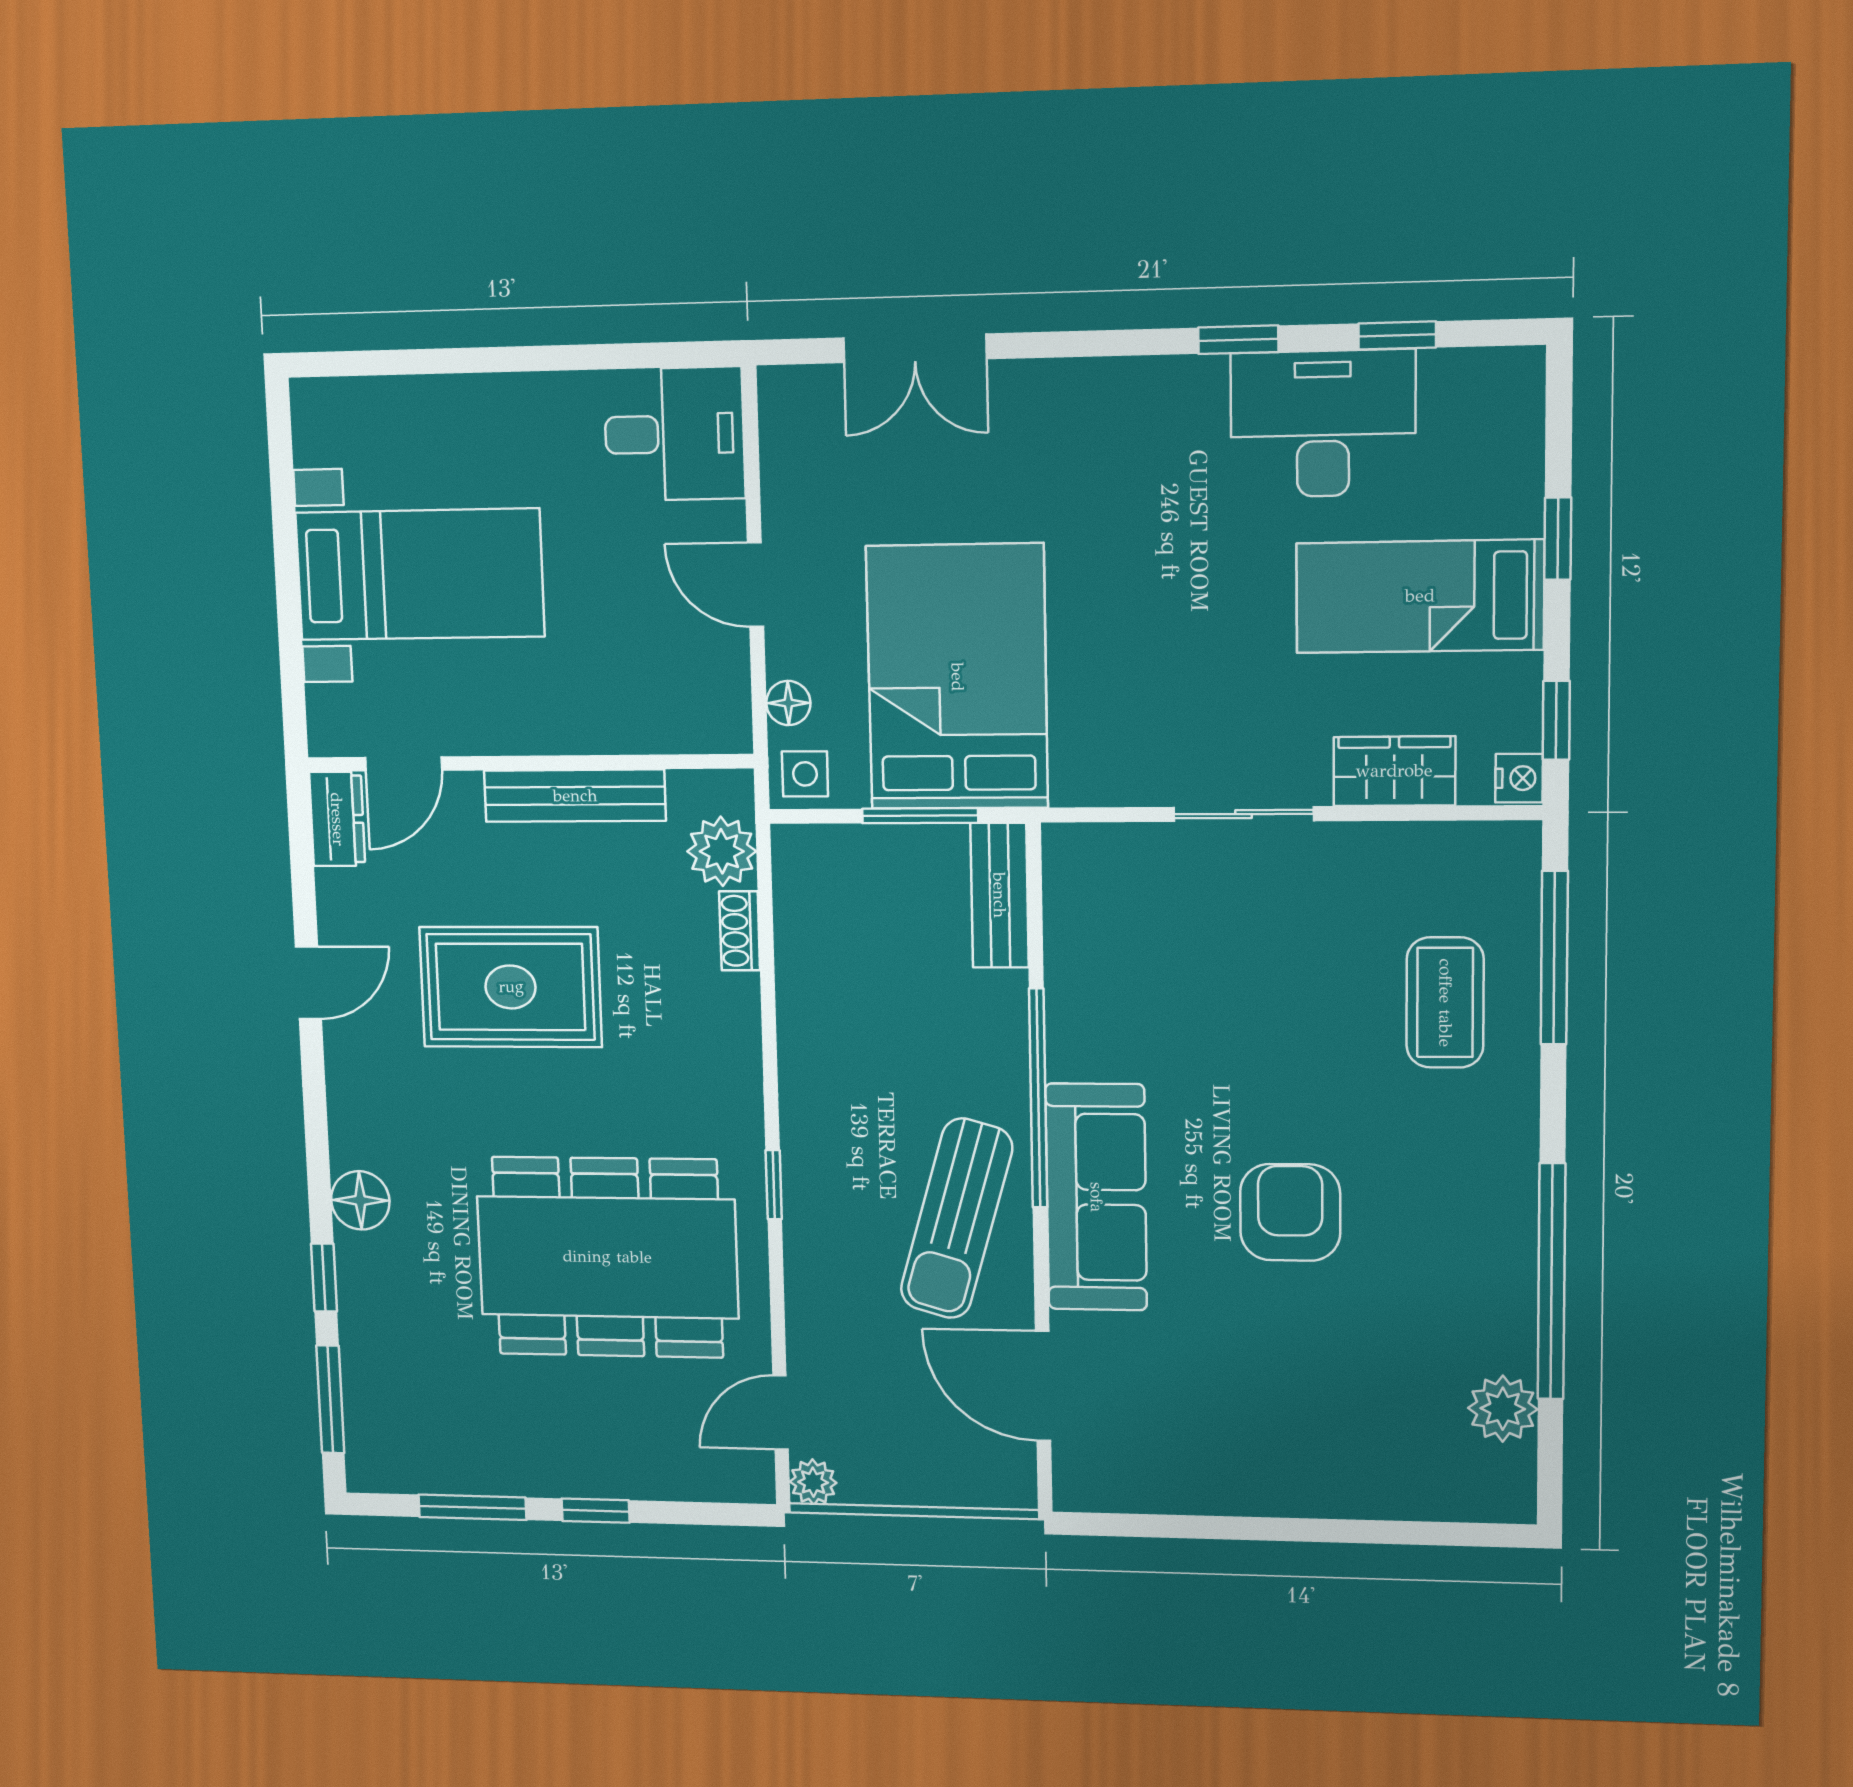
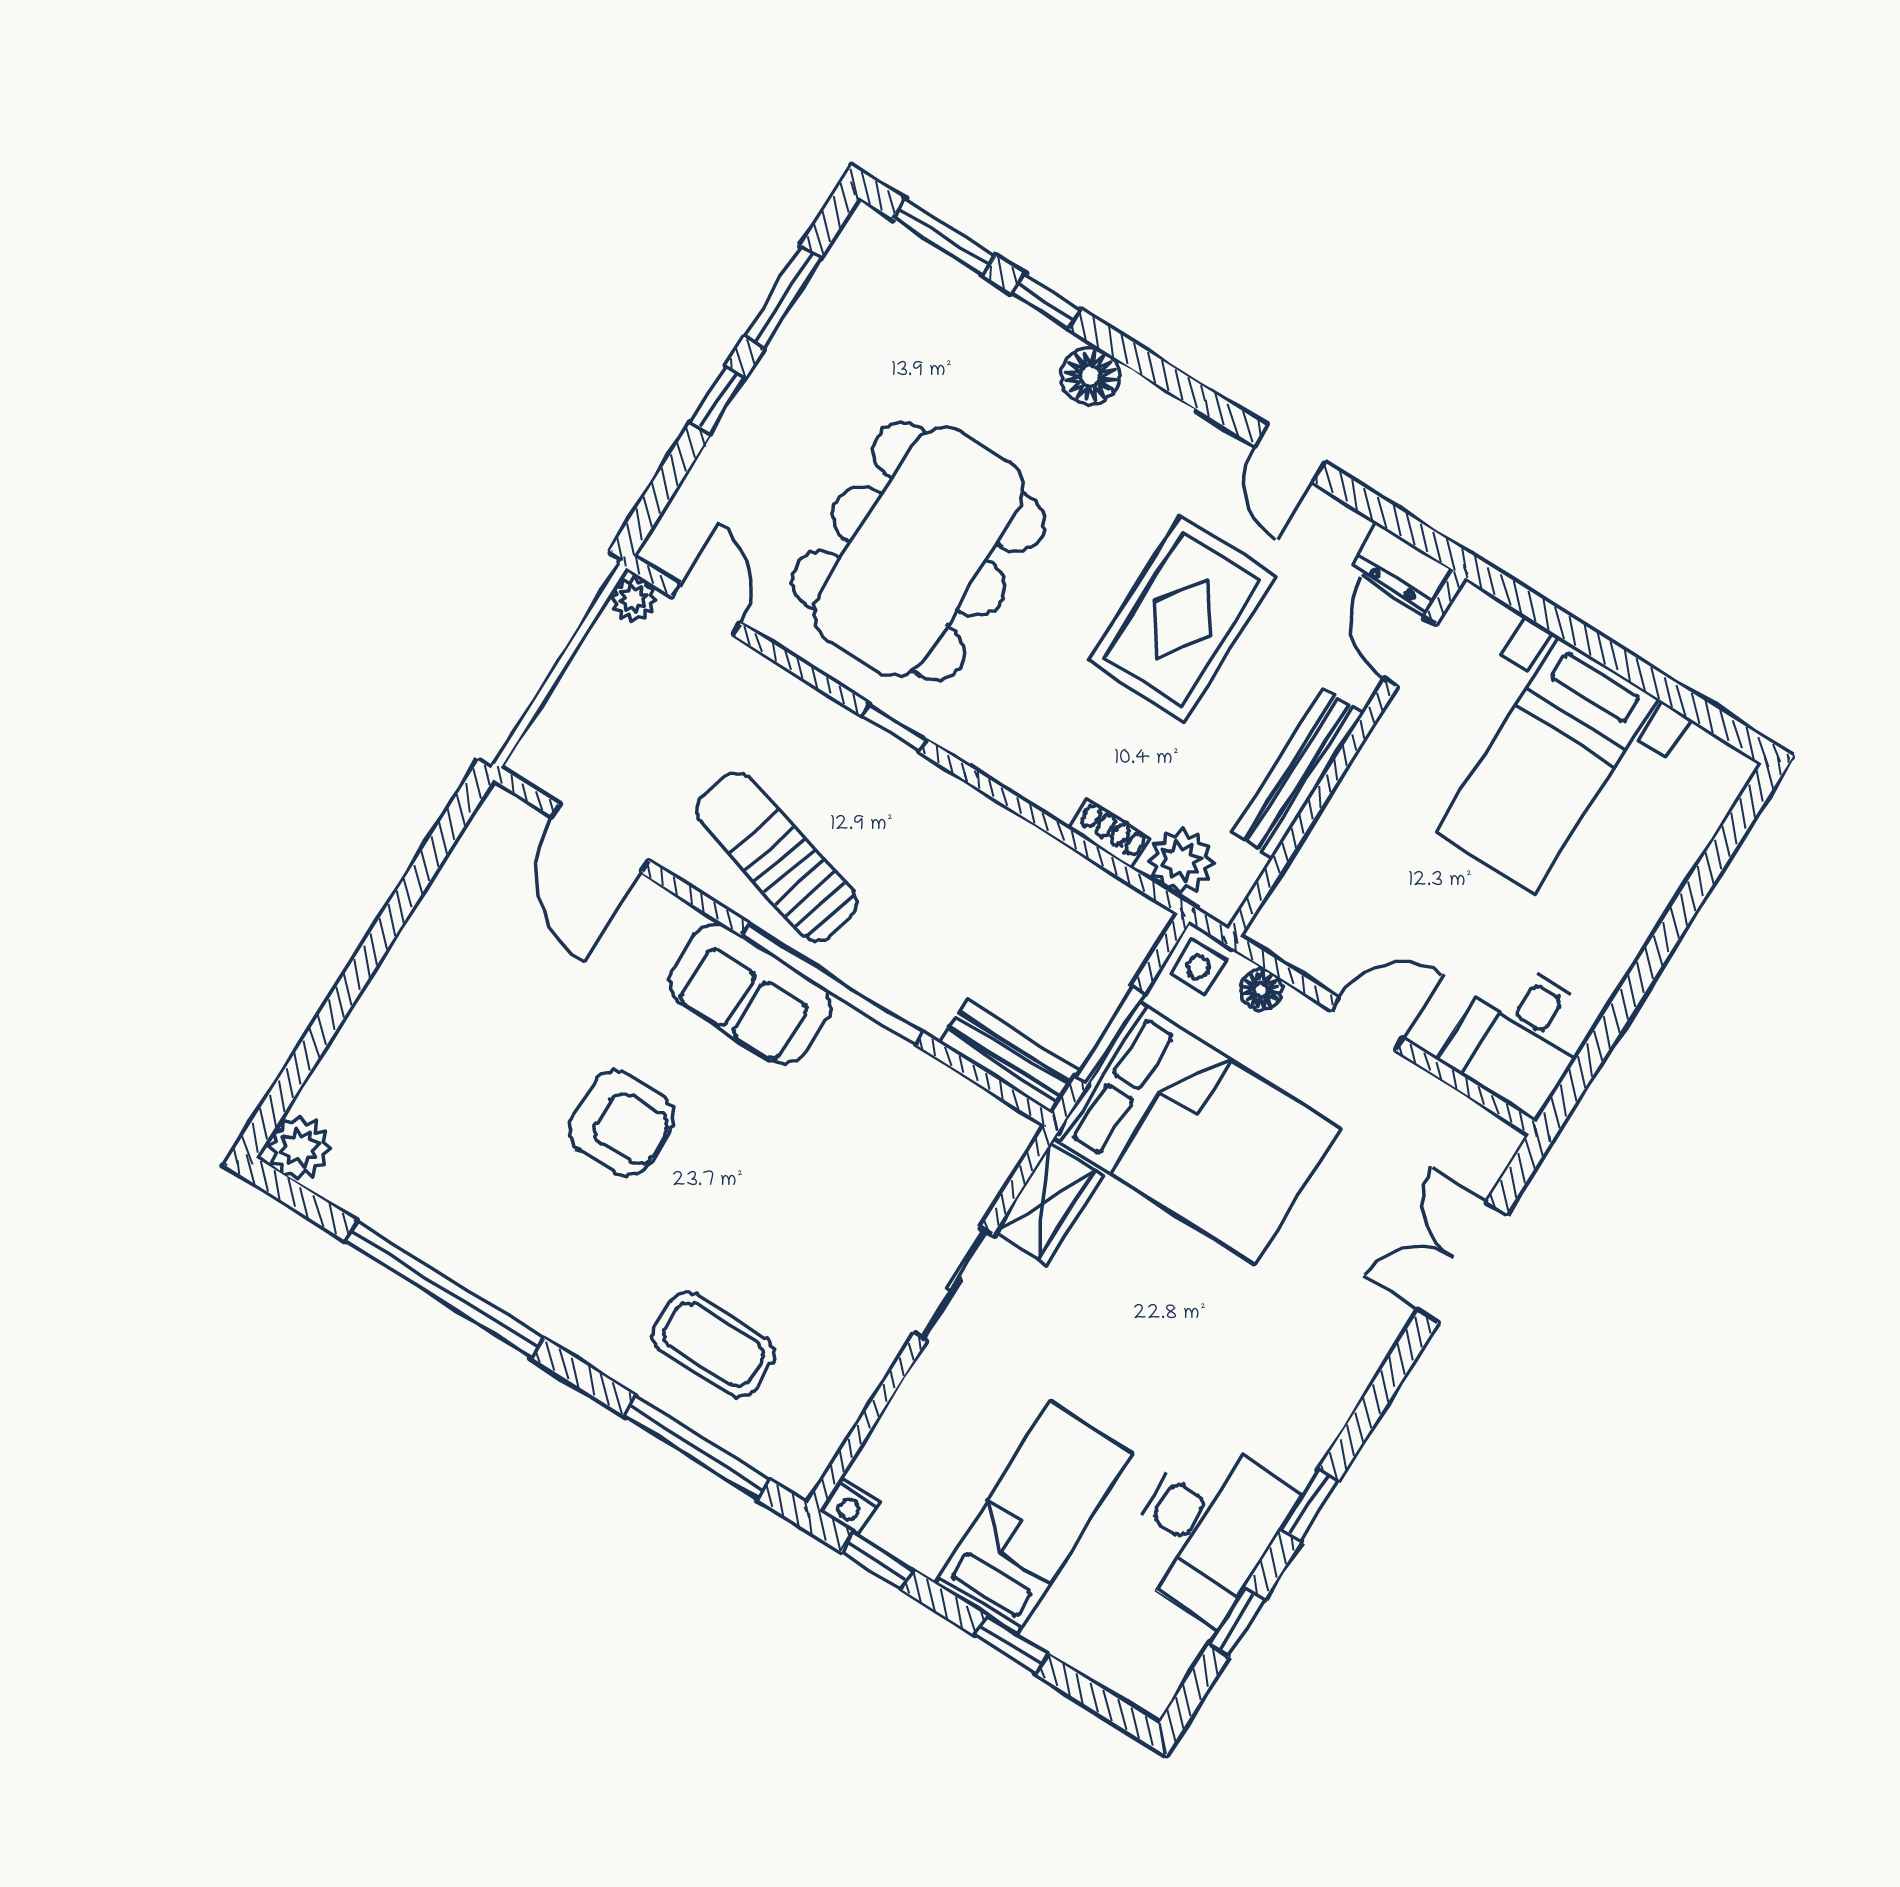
wardrobe: (1394, 771) -> (1049, 1204), moved
sofa: (1096, 1197) -> (750, 994), width x0.73
door: (1043, 1386) -> (600, 838), swing flipped
plant: (1503, 1409) -> (299, 1148), moved

